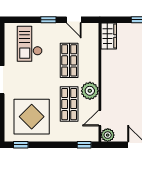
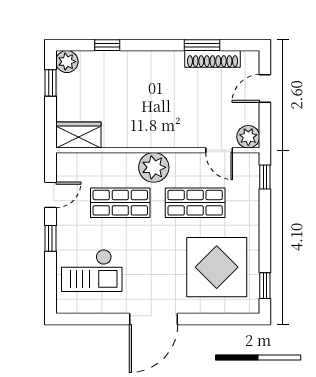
plant: (90, 91) -> (154, 167), moved

